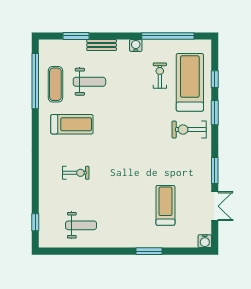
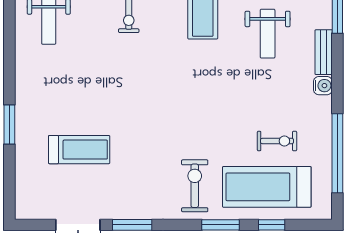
water cooler: (136, 45) -> (323, 86), moved
treadmill: (190, 82) -> (267, 187), turned 180
water cooler: (205, 241) -> (25, 210), removed

